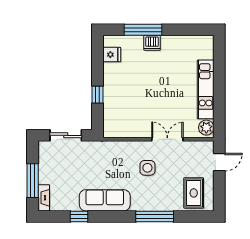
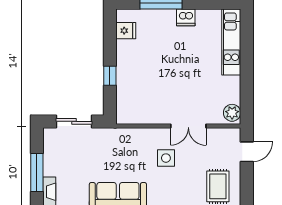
dishwasher: (152, 43) -> (186, 17), moved
kitchen unit: (206, 89) -> (231, 42), moved
double door: (167, 139) -> (188, 126), swing flipped

